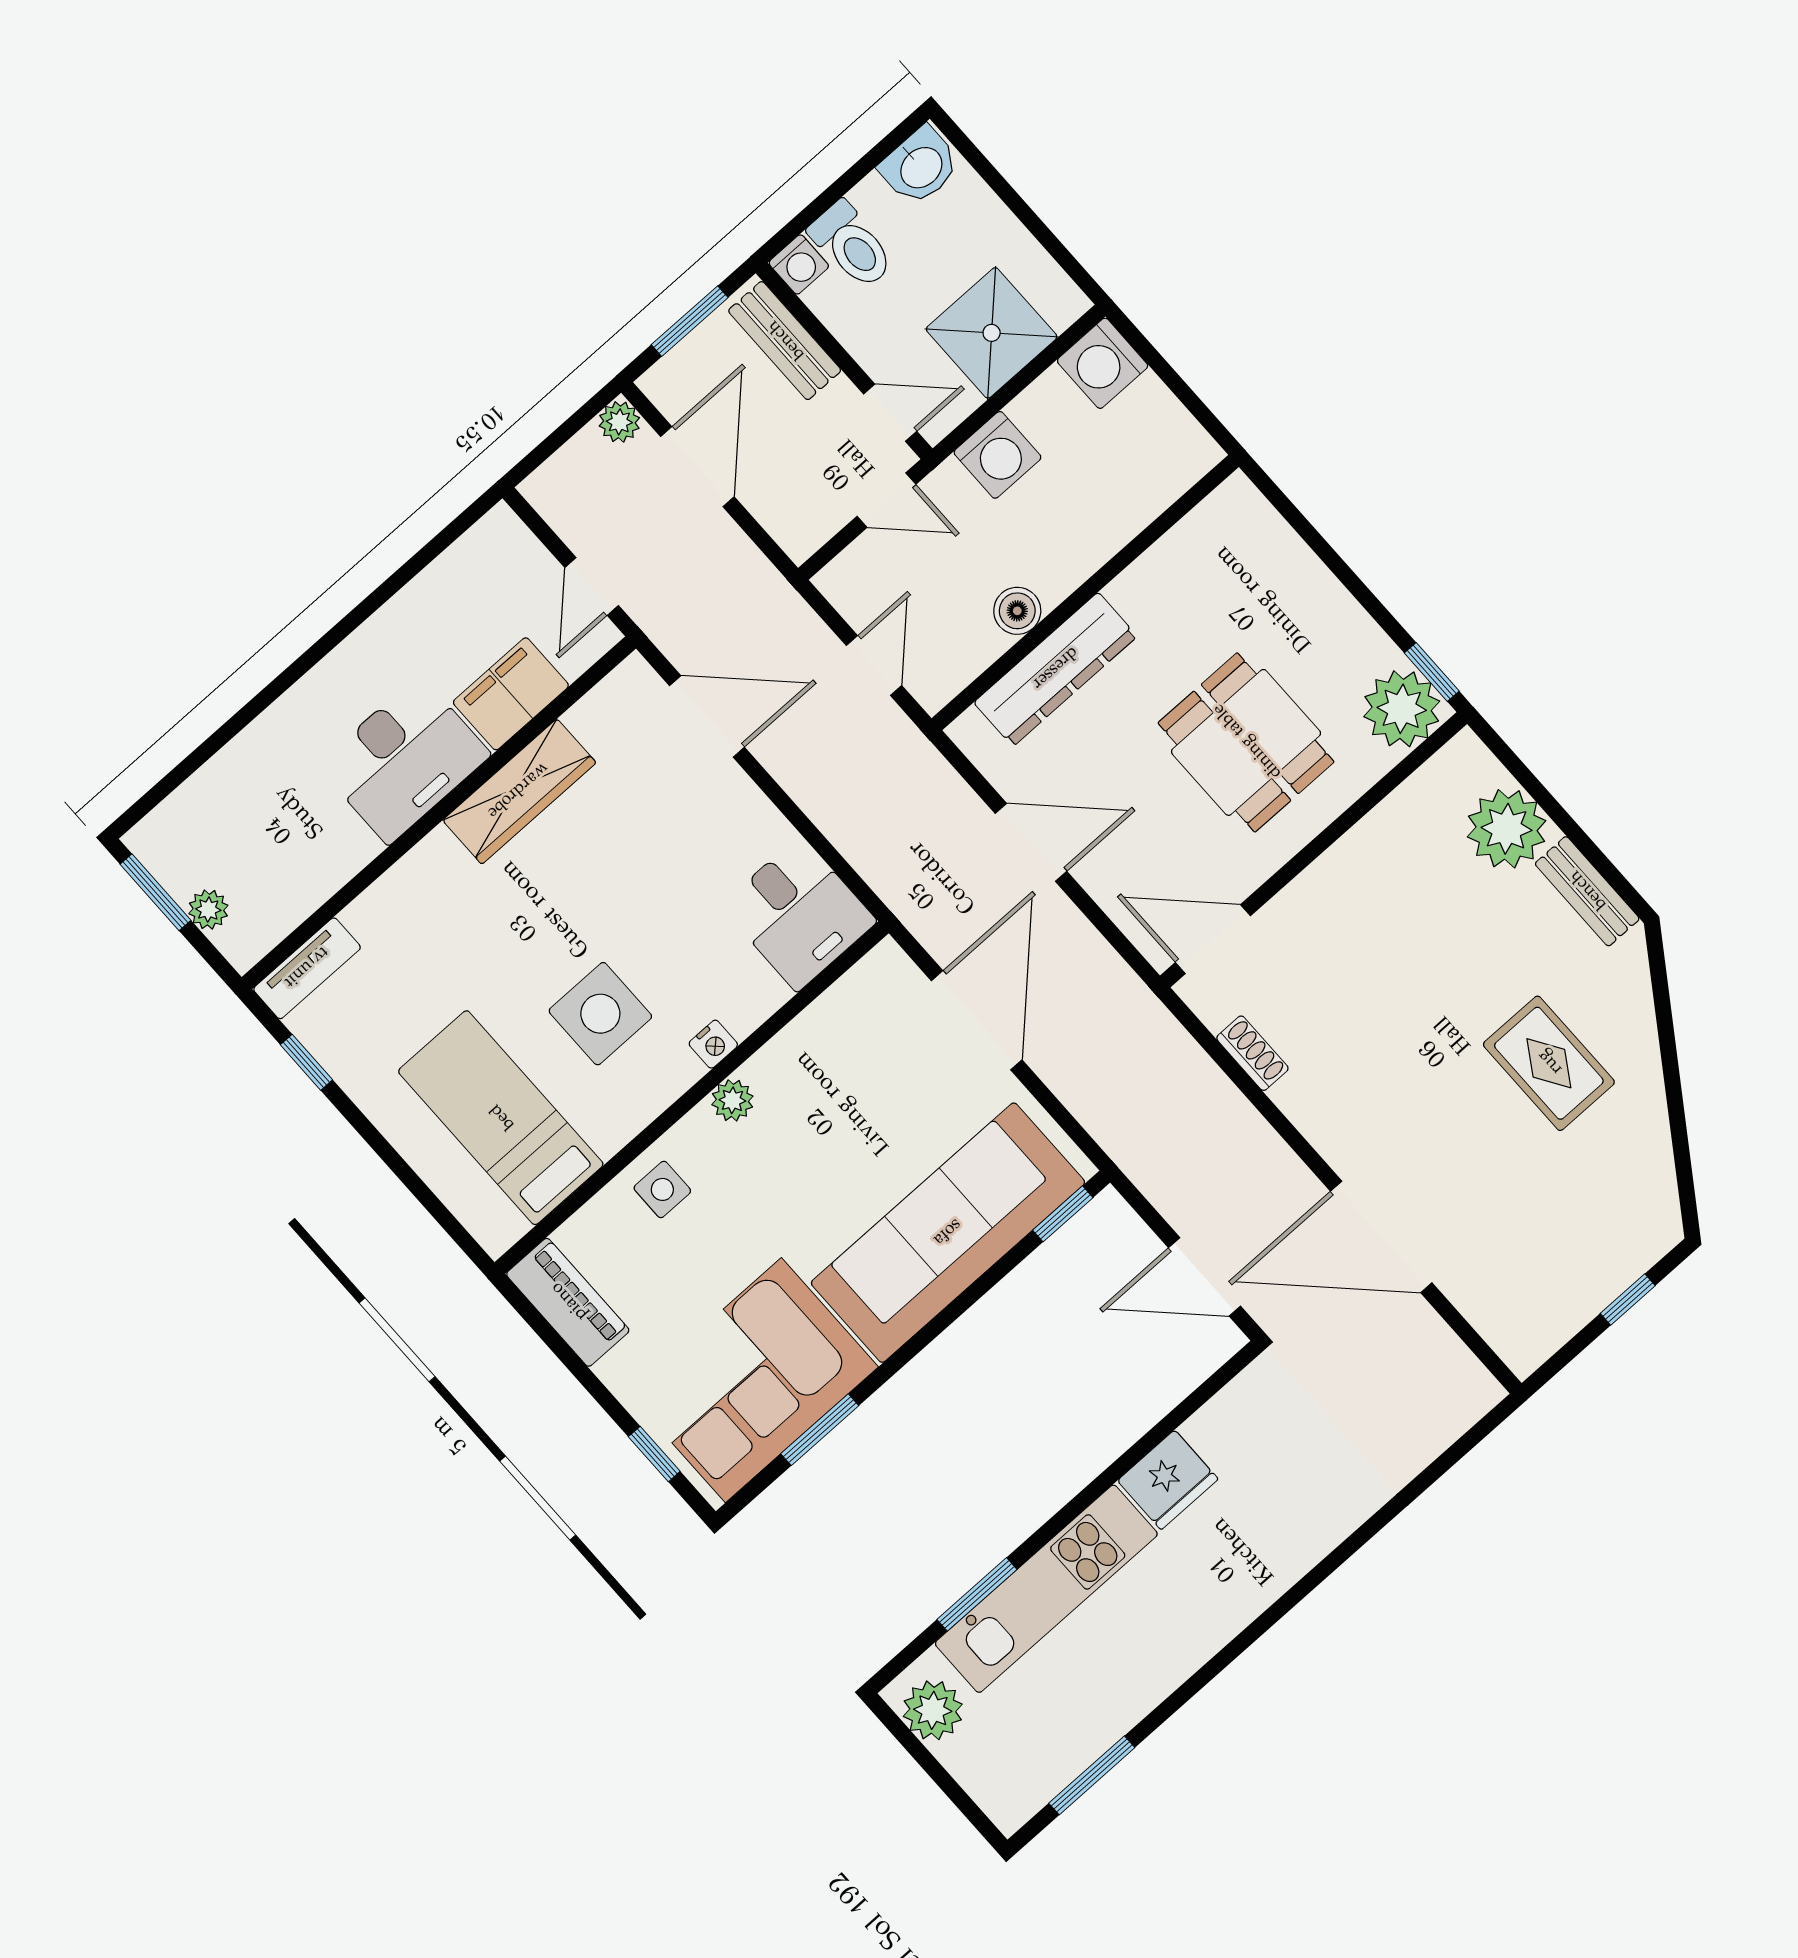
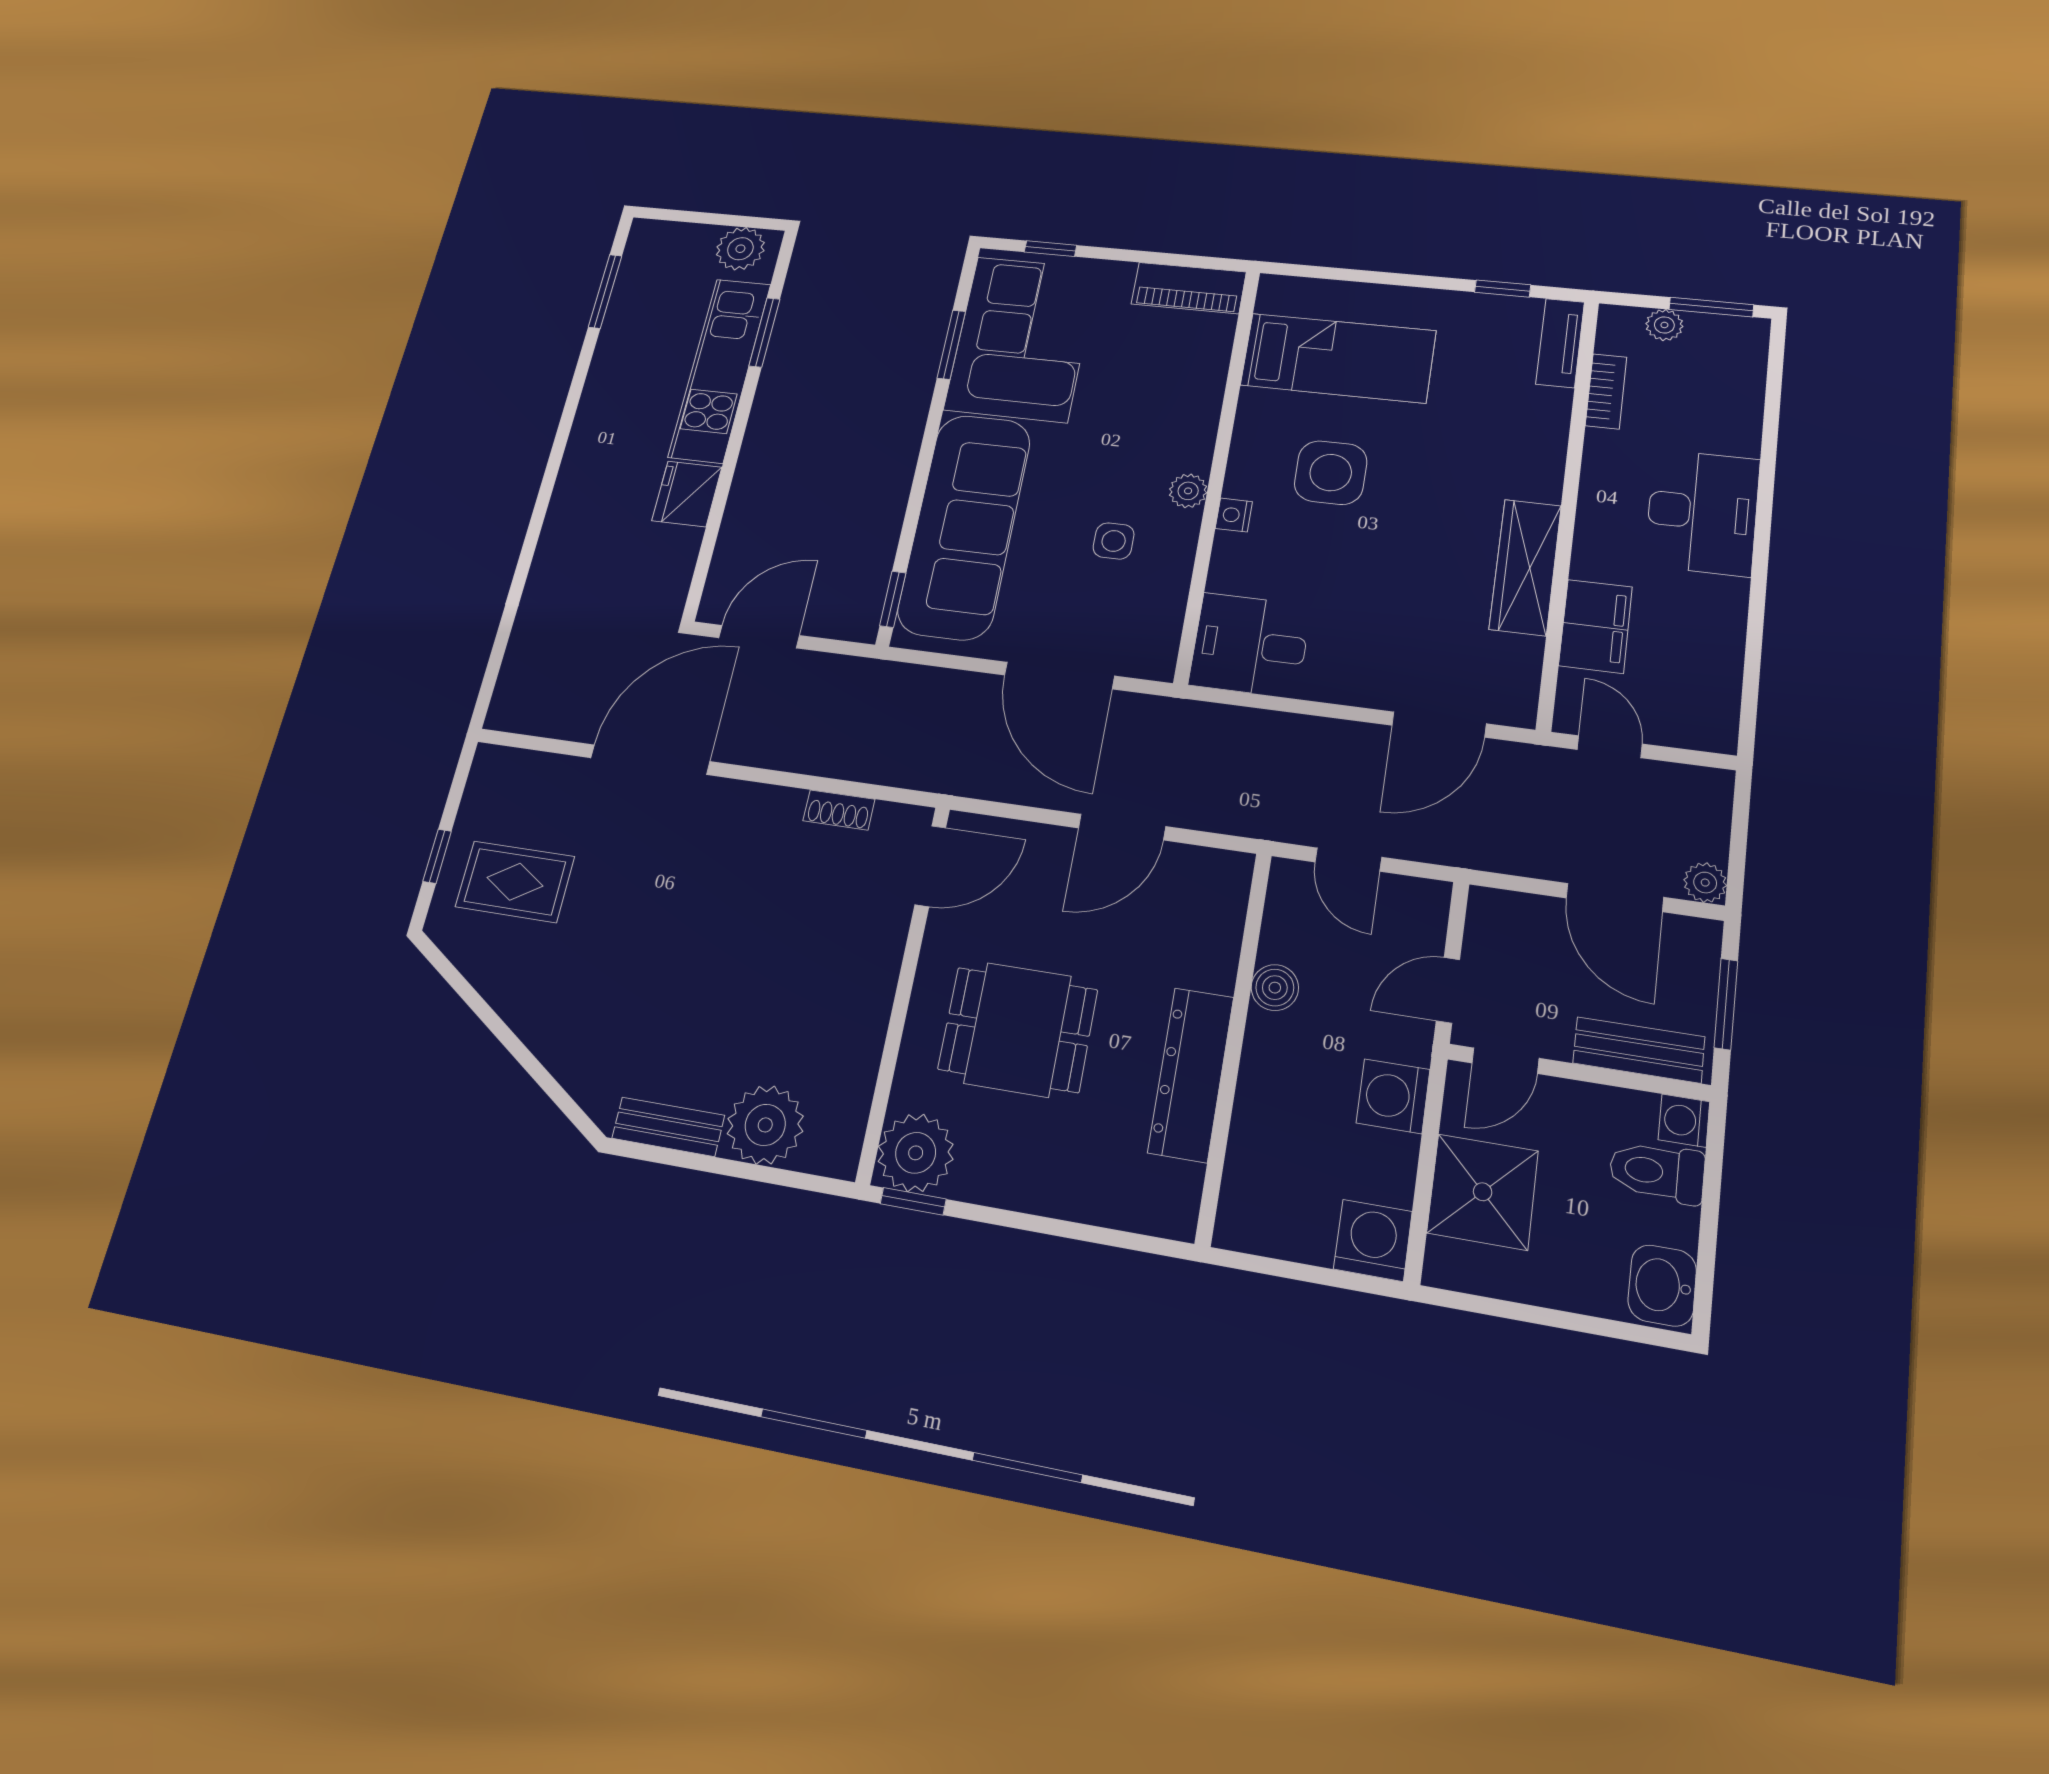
dresser: (1056, 669) -> (1191, 1074), moved
desk: (404, 760) -> (1702, 512), moved, turned 180
bookcase: (312, 891) -> (1606, 391), added
rug: (1549, 1063) -> (515, 882), moved
side table: (662, 1189) -> (1114, 541), moved

